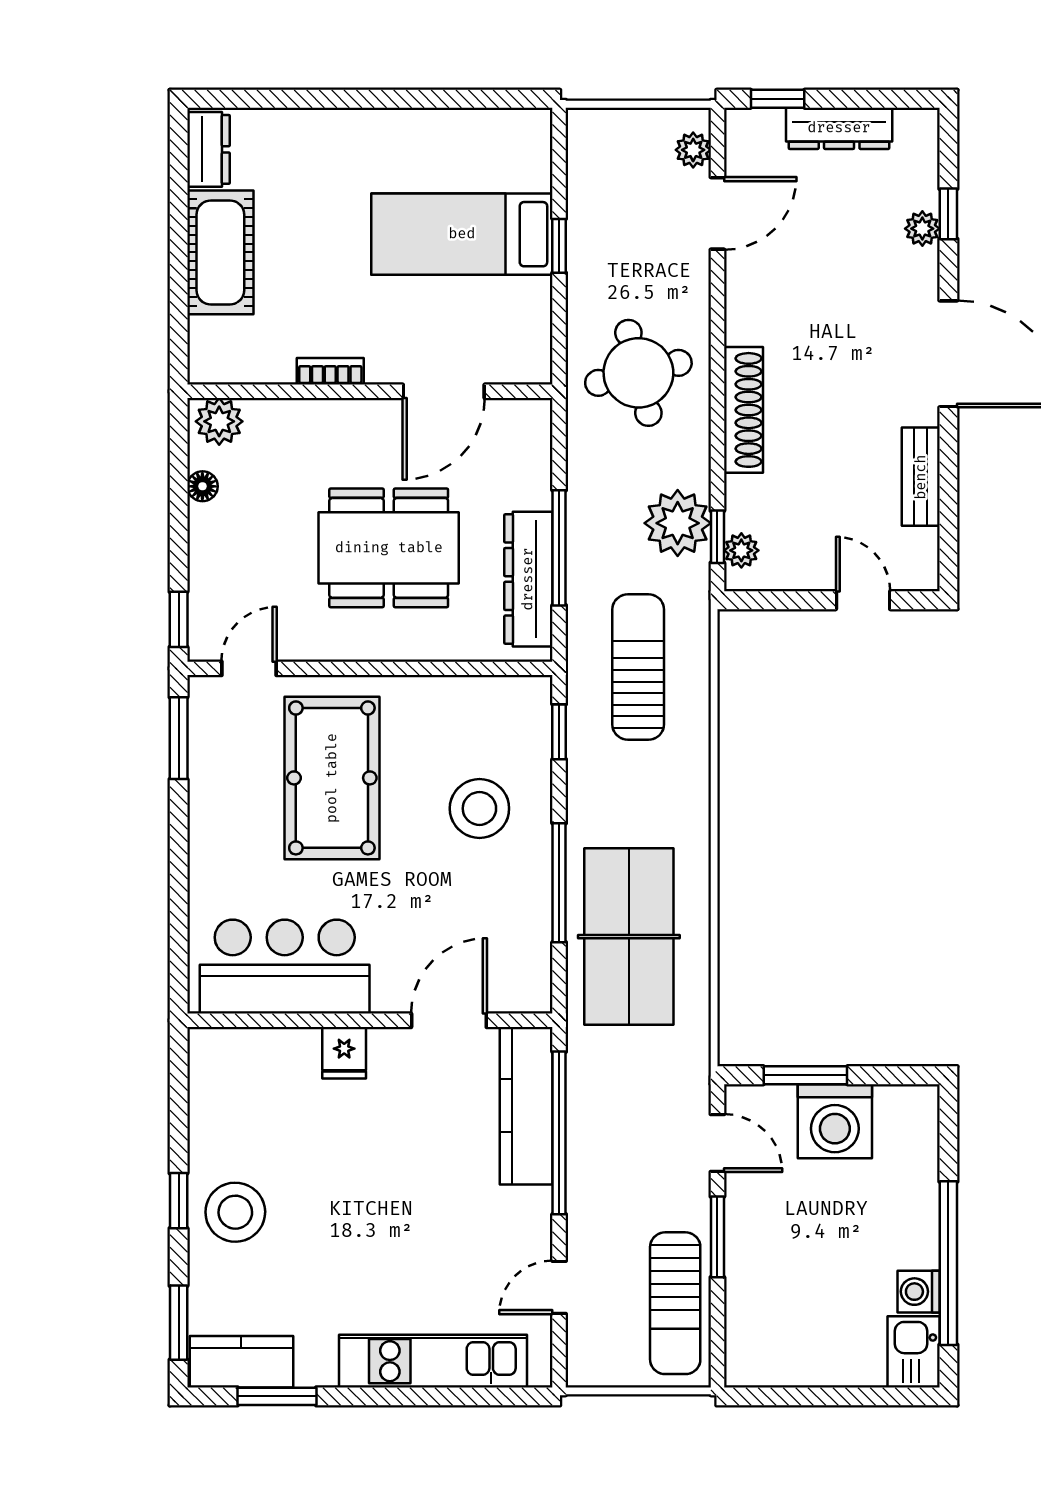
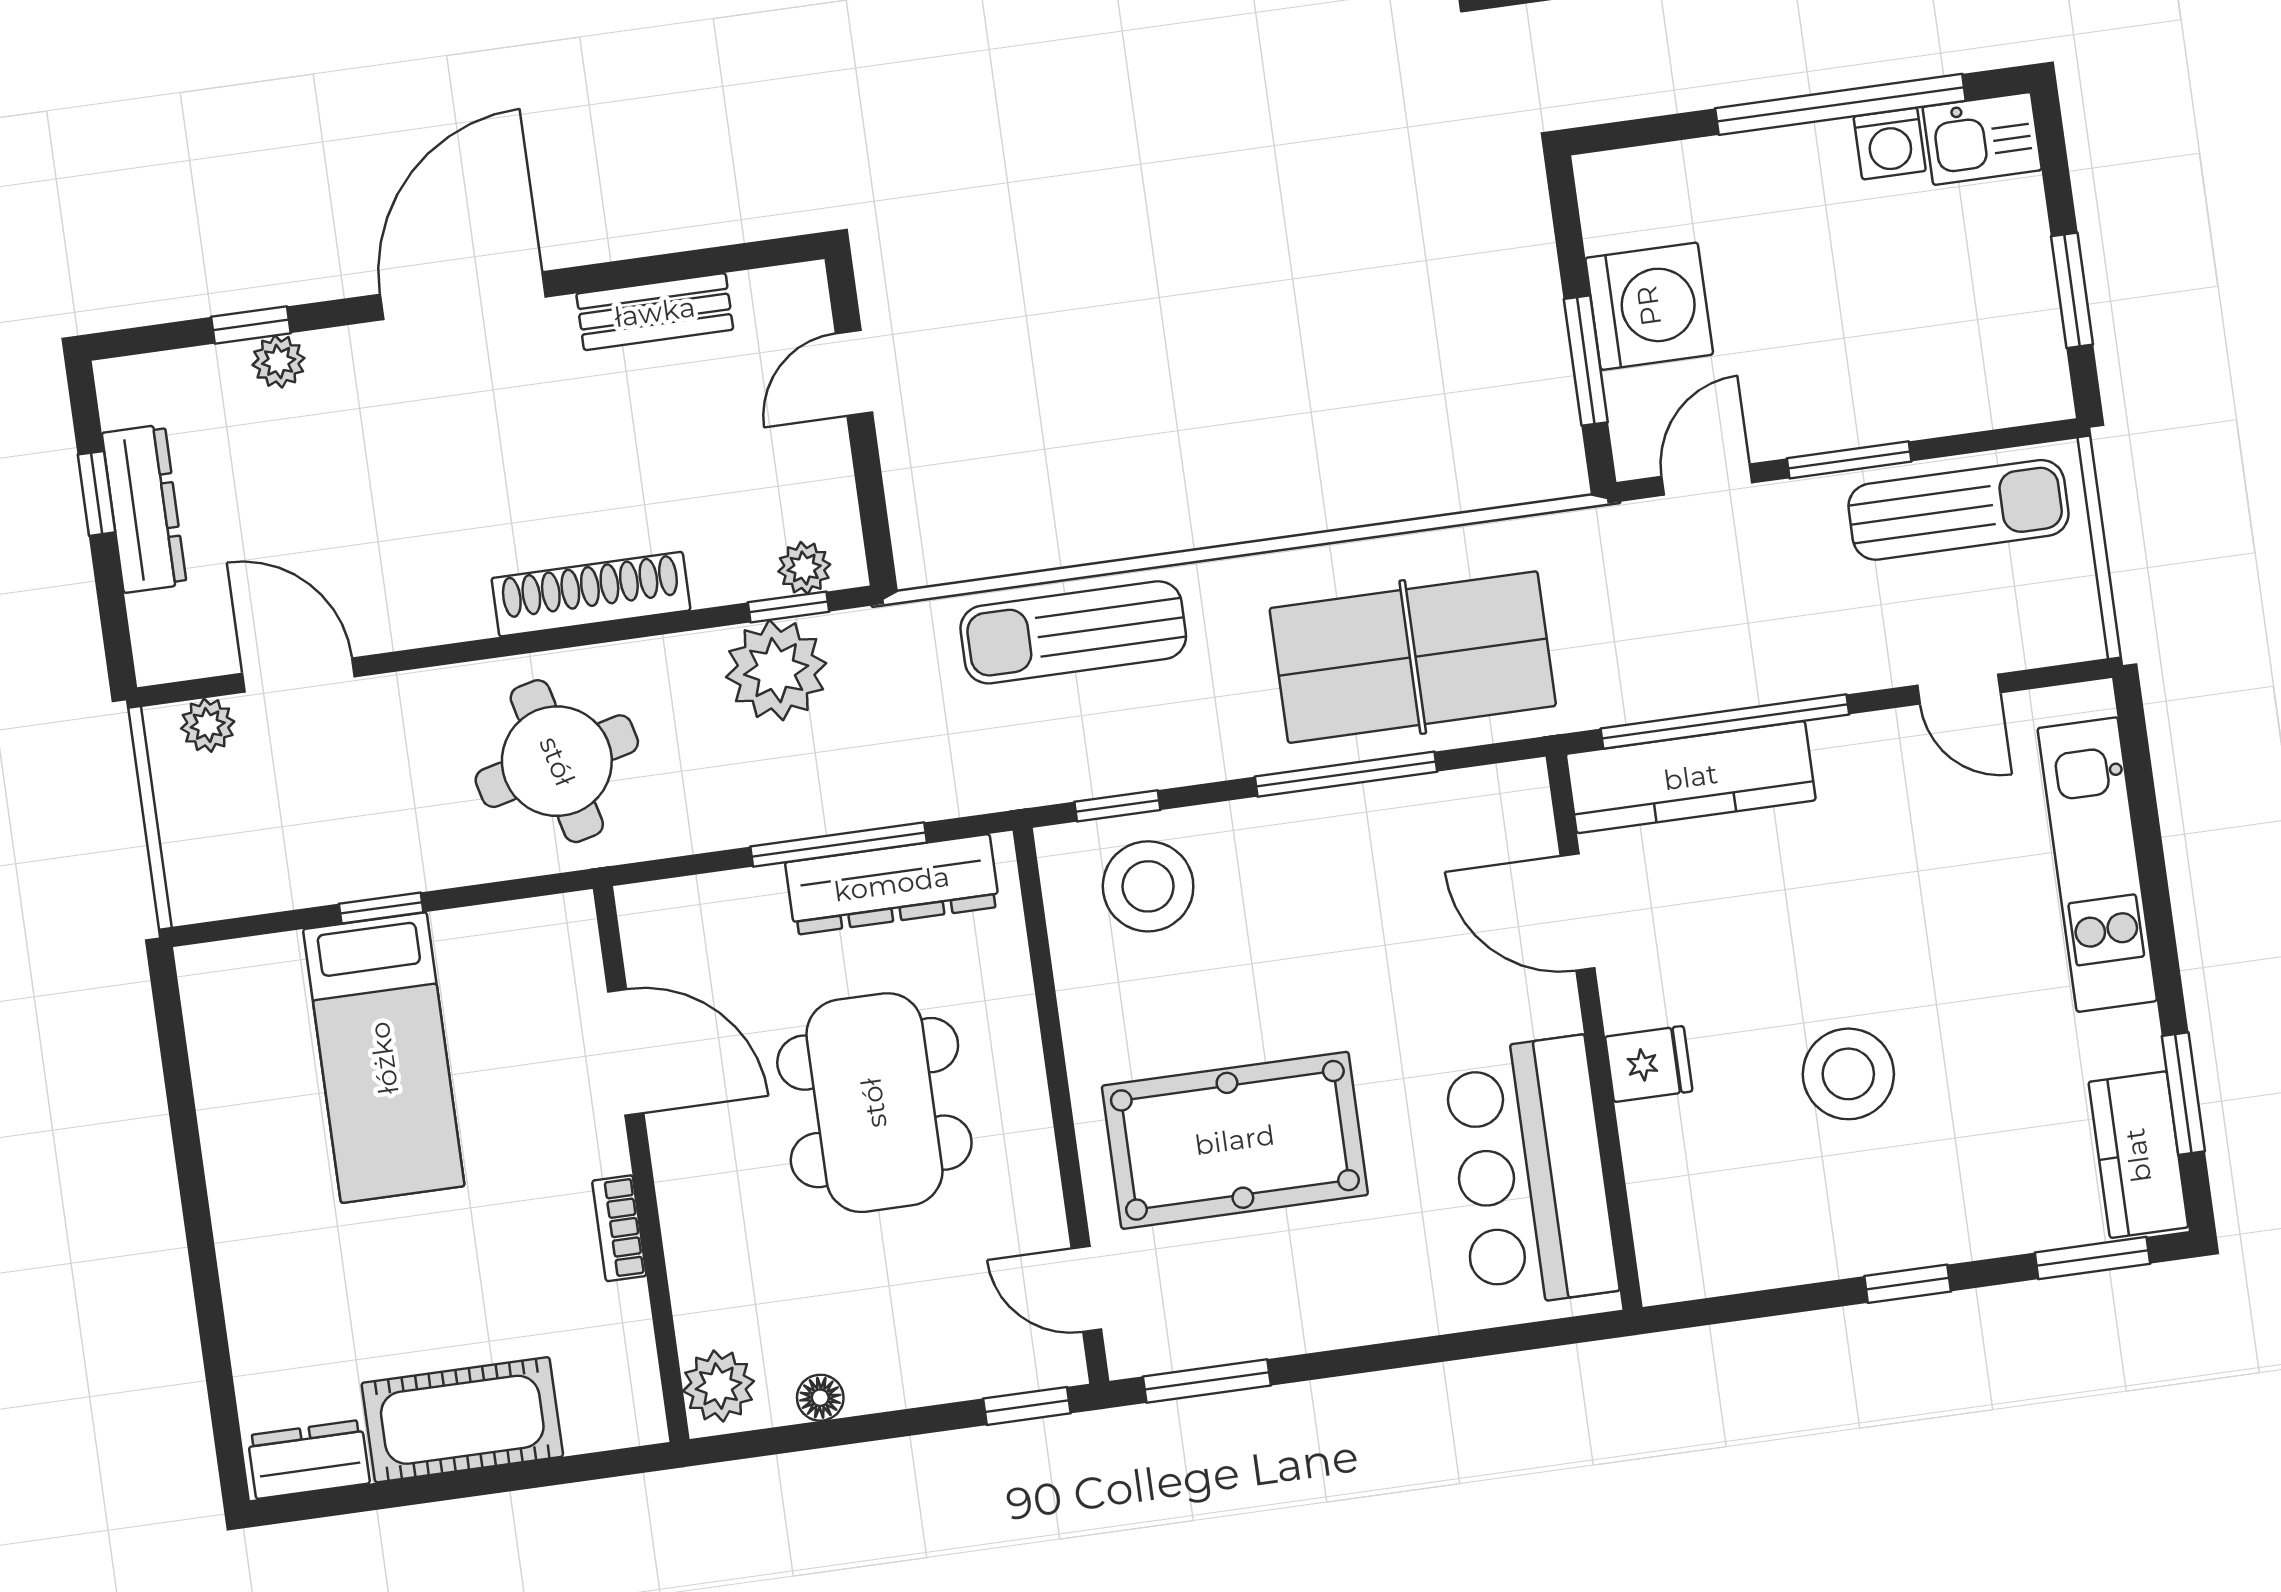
window: (778, 99) -> (96, 493), moved
sun lounger: (638, 667) -> (1073, 632), moved
stool: (479, 808) -> (1148, 886), moved
stool: (235, 1212) -> (1848, 1074), moved
window: (807, 1396) -> (2072, 290), added

